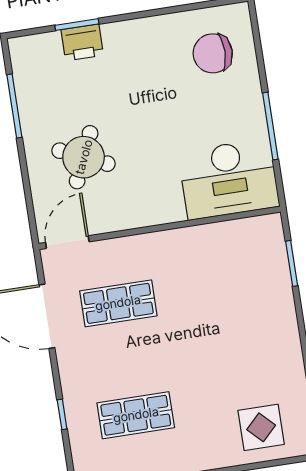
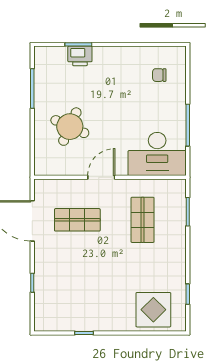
chair: (213, 53) -> (159, 75), width x0.54, depth x0.54
door: (67, 242) -> (101, 177), moved
shop shelf: (136, 415) -> (143, 220), moved, turned 90
display table: (261, 427) -> (153, 310), width x1.36, depth x1.36

